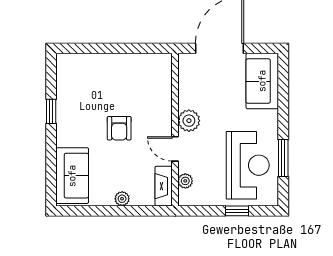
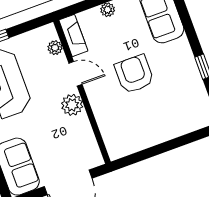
armchair: (119, 128) -> (134, 74), width x1.38, depth x1.38

